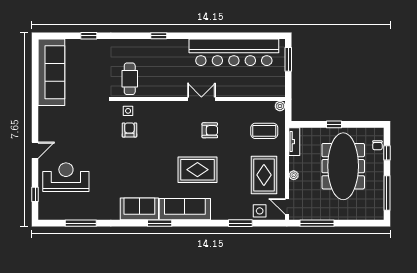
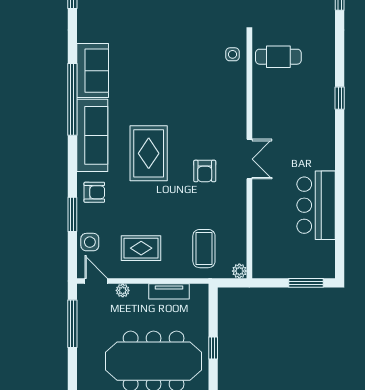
bar counter: (234, 52) -> (316, 205), width x0.54
armchair: (129, 130) -> (94, 192), moved
tv unit: (294, 142) -> (169, 291), moved
rug: (264, 175) -> (141, 248), width x0.73, depth x0.70
plant: (294, 175) -> (123, 290), moved
door: (287, 207) -> (96, 281), hinge flipped
window: (160, 223) -> (72, 99), width x2.11

